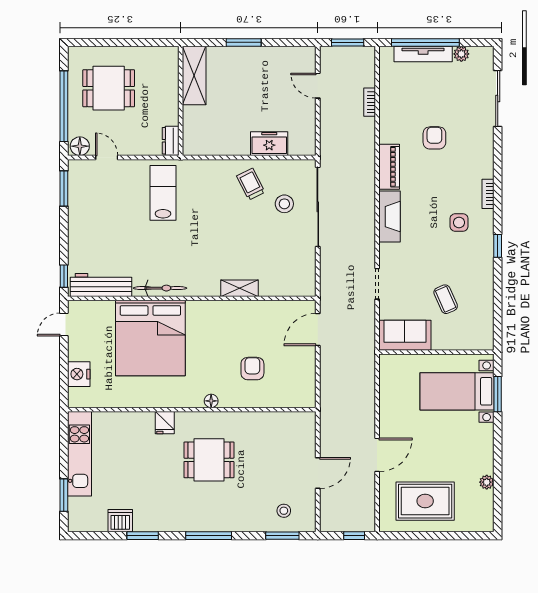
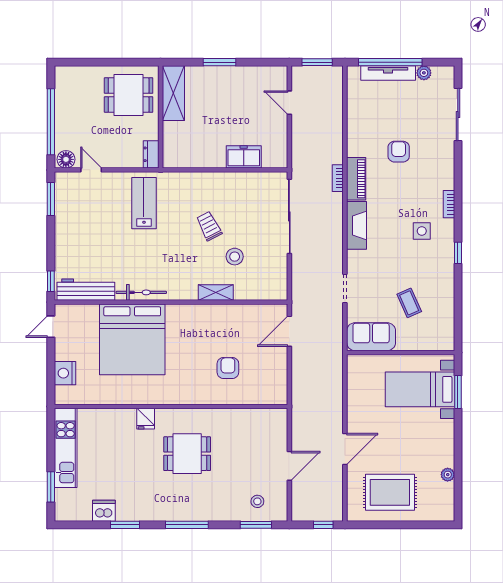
dining table: (109, 88) -> (129, 95), moved
bookcase: (370, 102) -> (338, 178), moved
trolley: (251, 184) -> (209, 226), moved
stool: (284, 204) -> (235, 257), moved
floor lamp: (211, 401) -> (189, 398), removed

